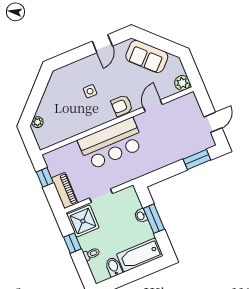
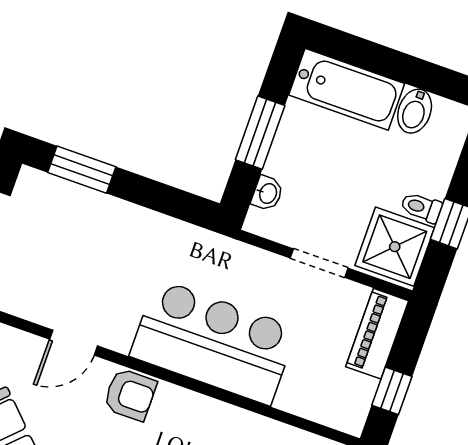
washbasin: (141, 216) -> (267, 193), moved
toilet: (92, 254) -> (421, 207), moved

